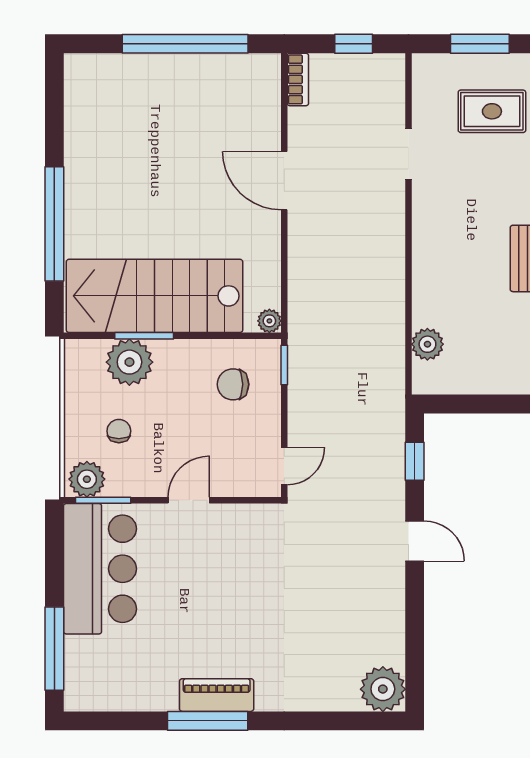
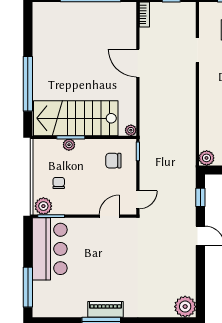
plant: (427, 344) -> (207, 158), moved
plant: (129, 362) -> (69, 145), width x0.53, depth x0.53
door: (189, 500) -> (109, 216), moved

